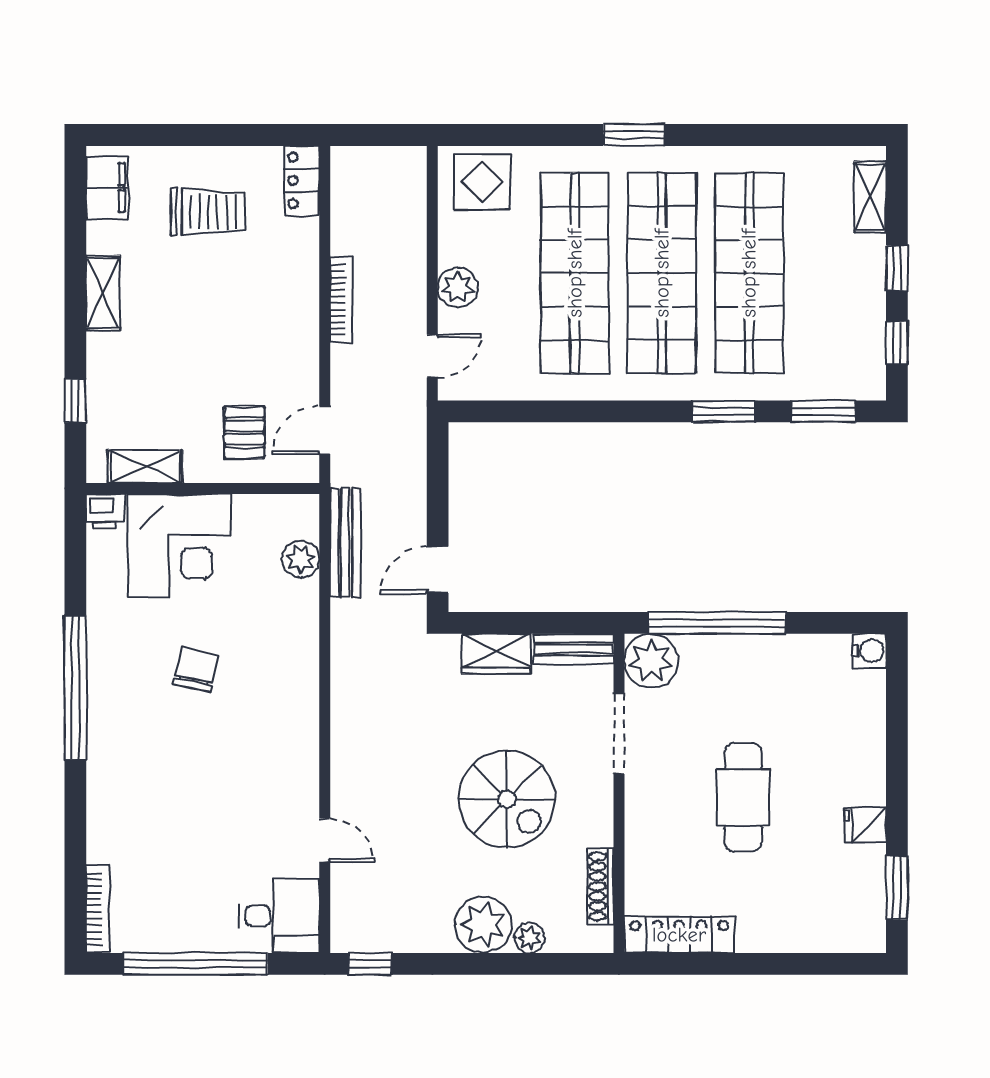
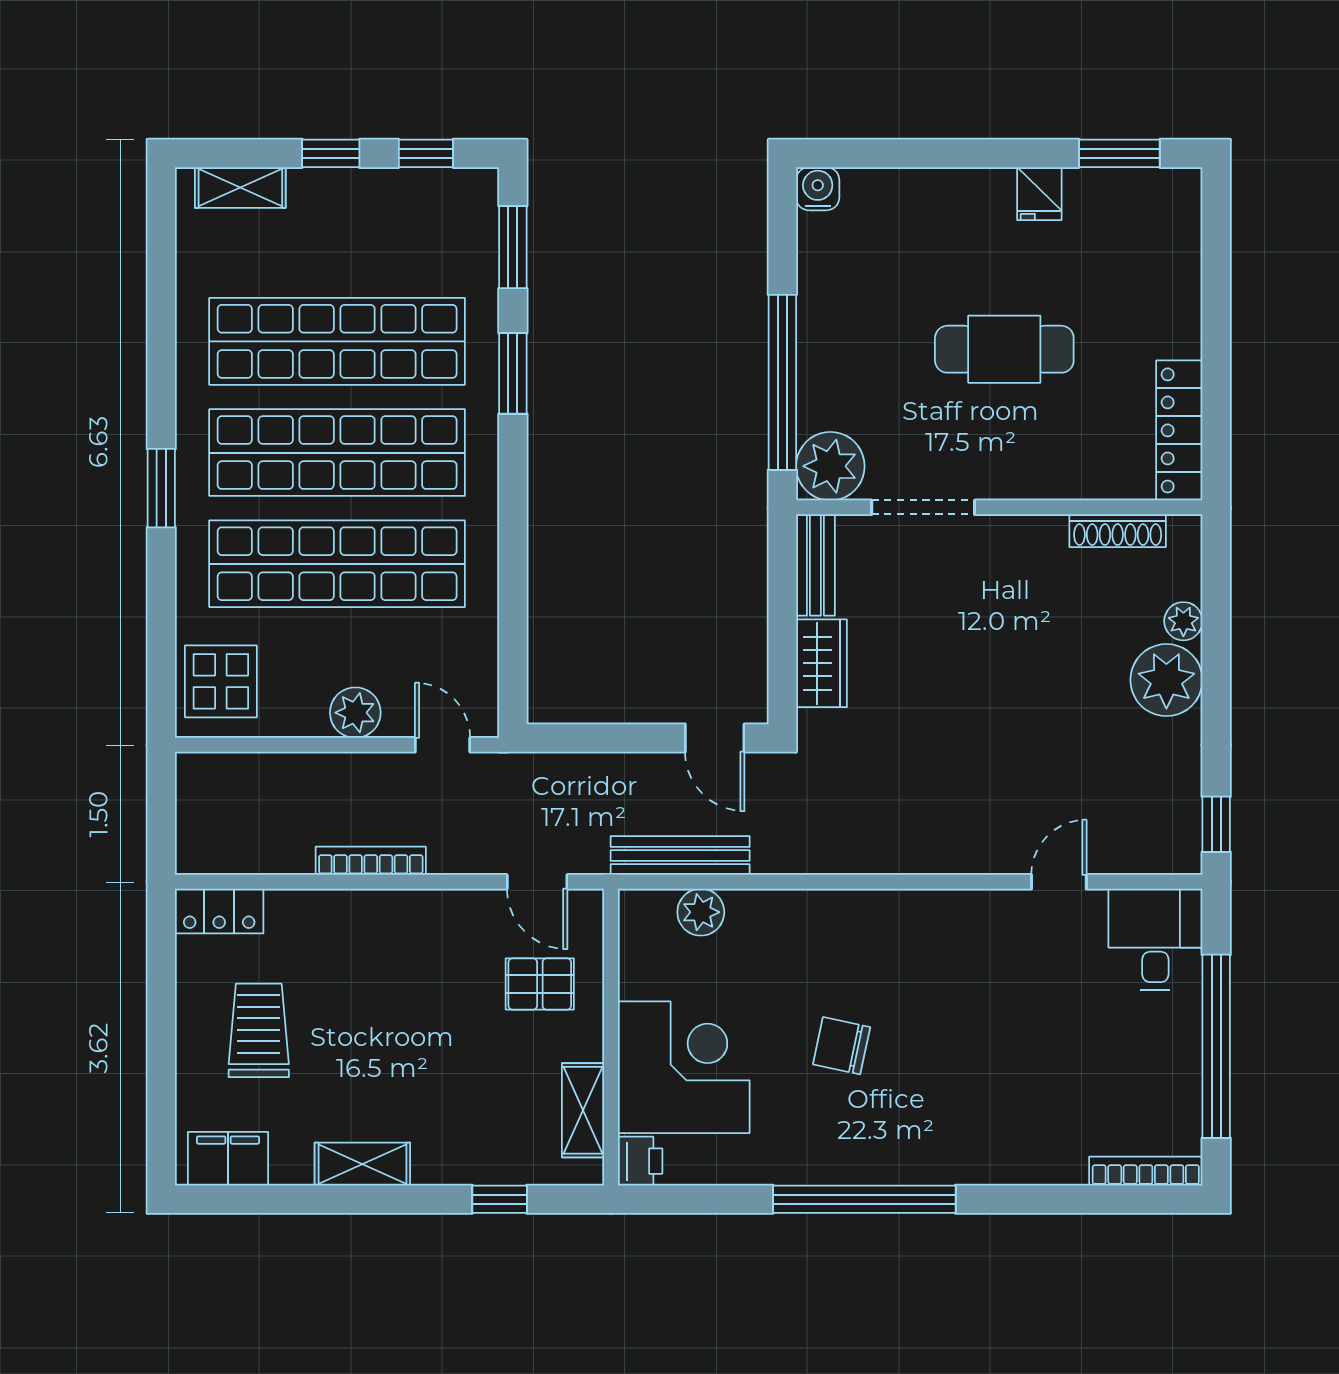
spiral stairs: (507, 799) -> (1007, 650), removed

